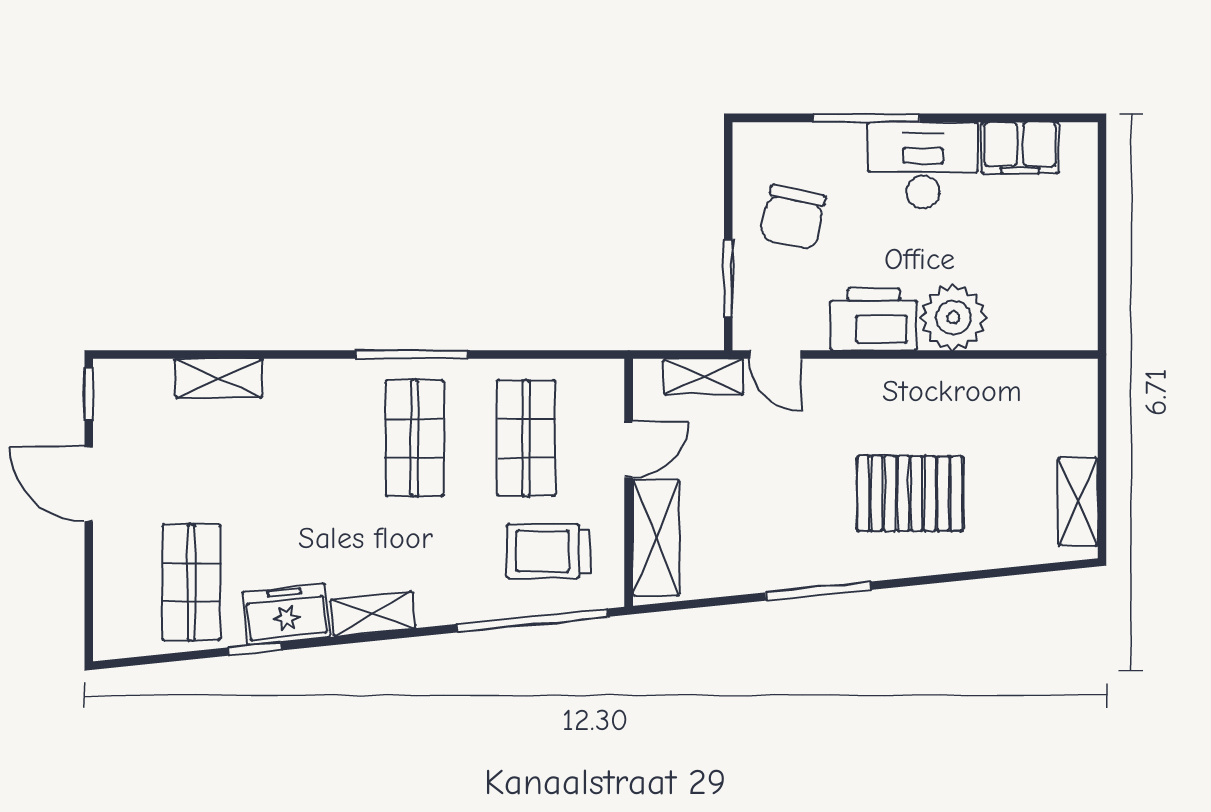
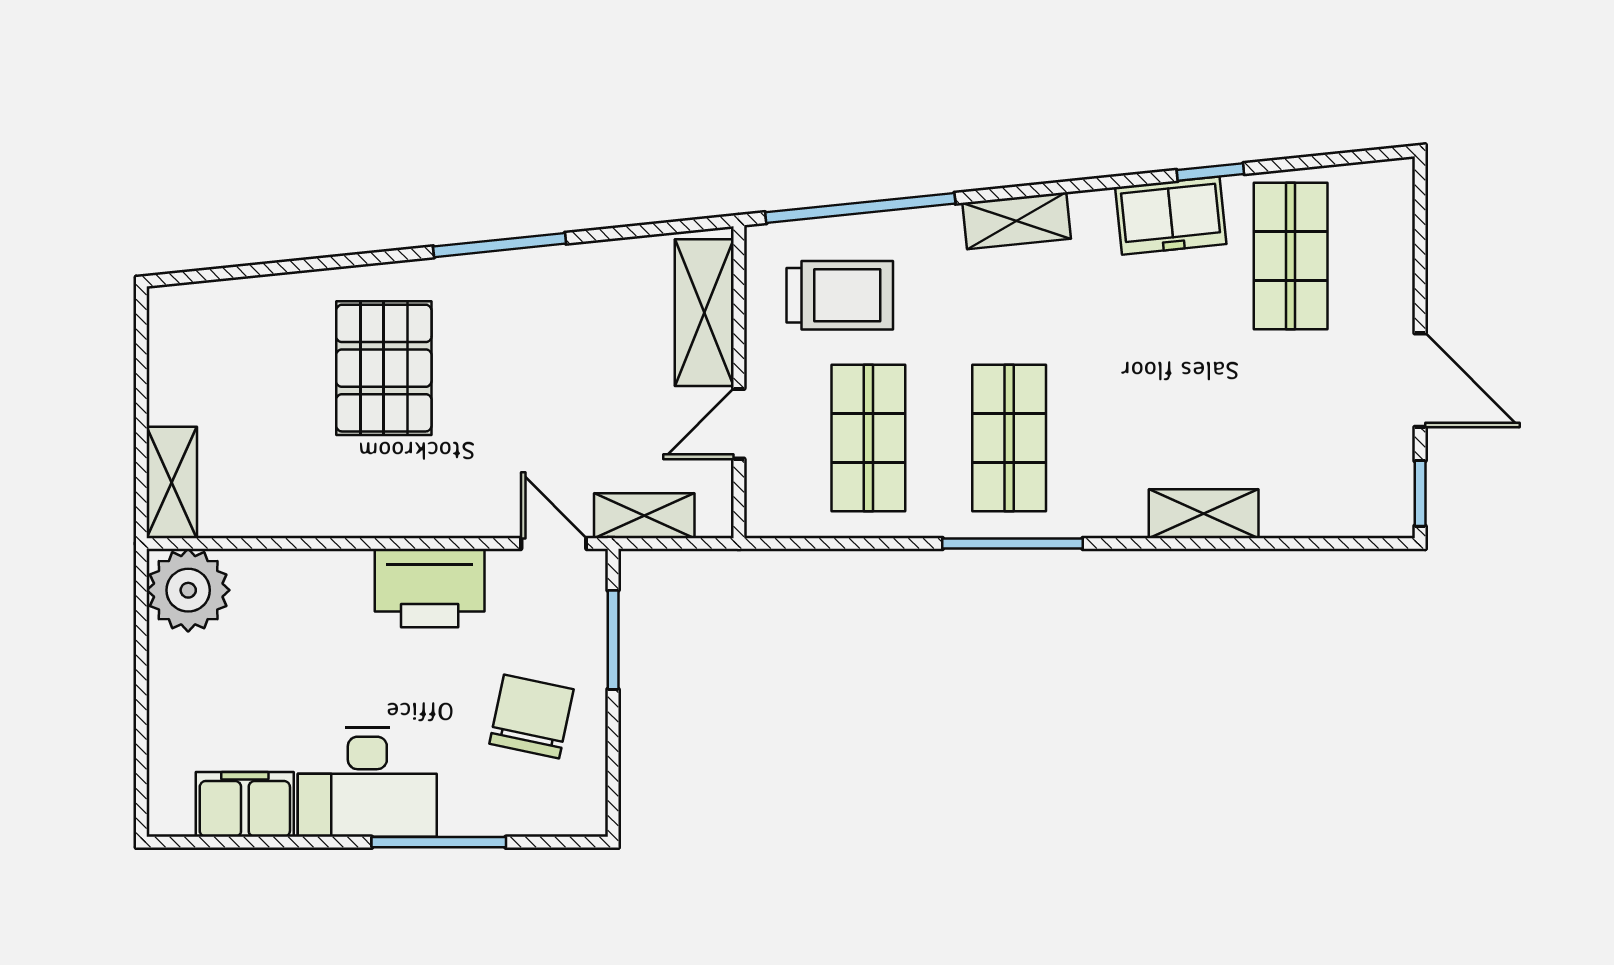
plant: (953, 318) -> (188, 590), moved
shelving: (219, 378) -> (1204, 514), moved
pallet: (910, 494) -> (384, 368), turned 90
shelving: (1078, 502) -> (172, 482), moved
shelving: (373, 614) -> (1017, 221), moved

